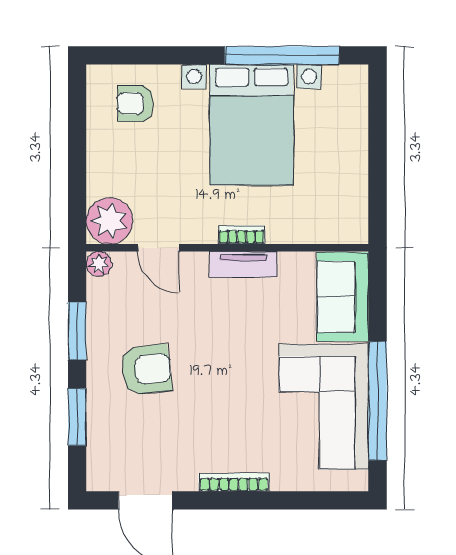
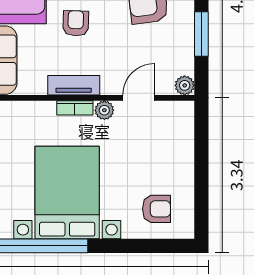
plant: (109, 221) -> (104, 110), moved, width x0.53, depth x0.53
door: (159, 248) -> (139, 98), hinge flipped
armchair: (240, 345) -> (76, 23), added

